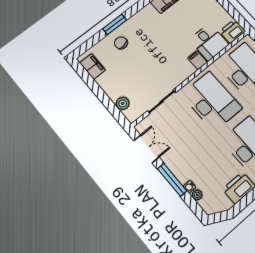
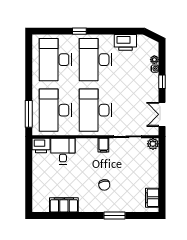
chair: (121, 43) -> (104, 185), moved
filing cabinet: (197, 60) -> (103, 145), moved
plant: (123, 103) -> (153, 144), moved
window: (172, 180) -> (162, 82), width x0.46

